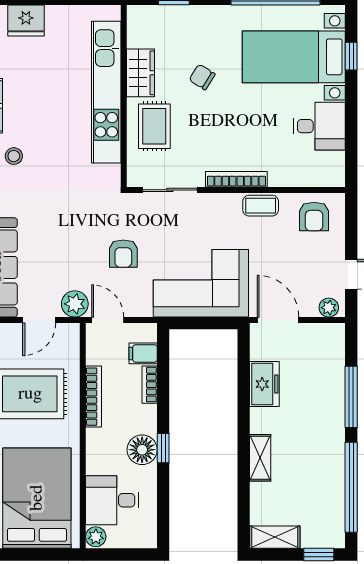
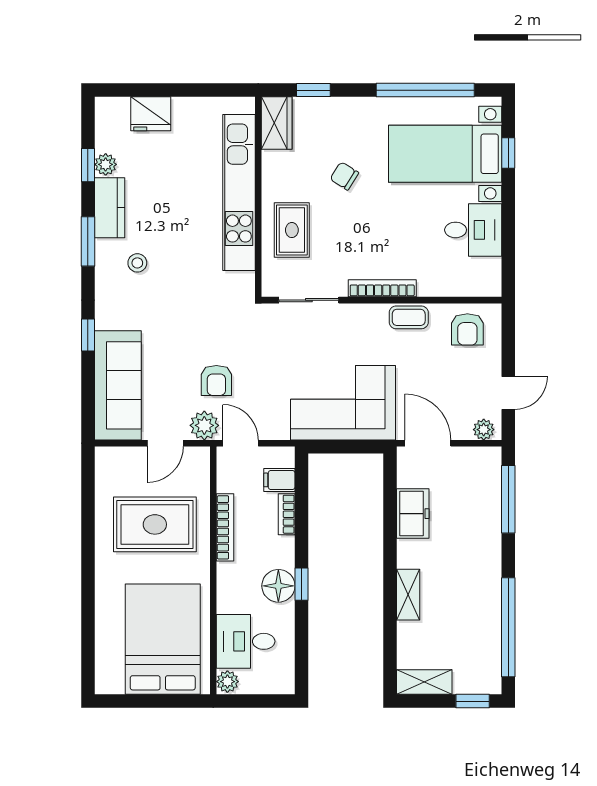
wardrobe: (141, 73) -> (277, 123), moved
armchair: (123, 254) -> (216, 380), moved
window: (351, 397) -> (508, 499), moved

